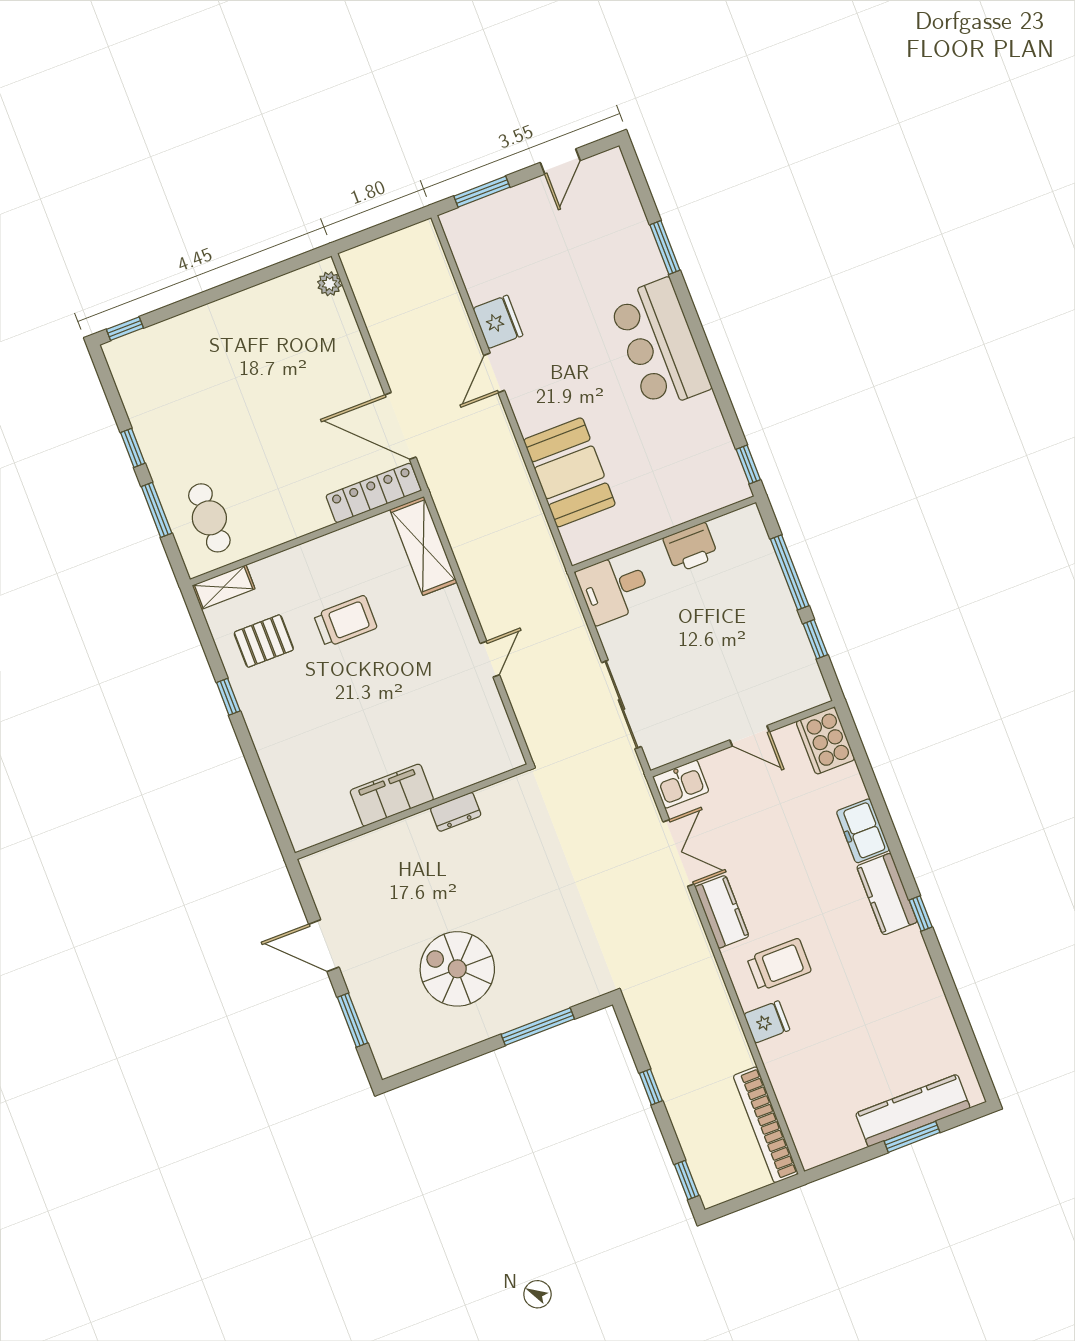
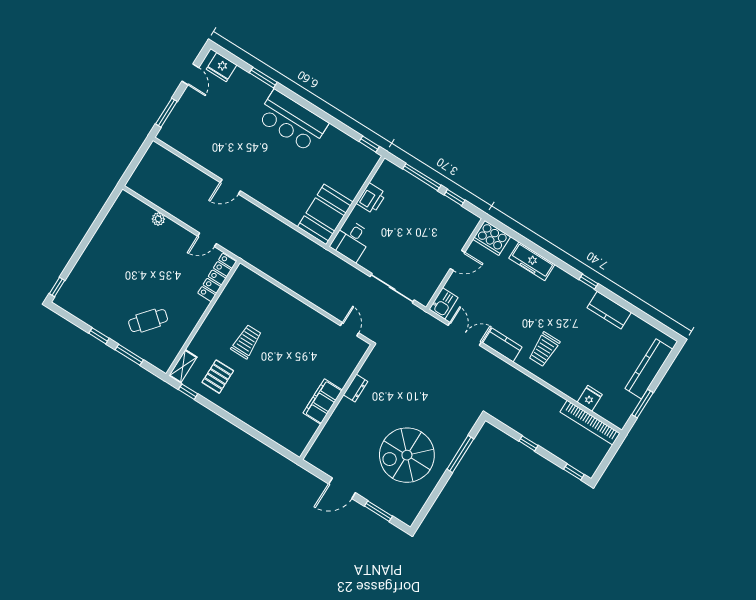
plant: (329, 284) -> (158, 219), moved
fridge: (498, 322) -> (222, 67), moved, turned 180
door: (494, 373) -> (230, 187), hinge flipped
door: (400, 426) -> (207, 240), width x0.53
booth: (569, 472) -> (325, 214), moved, turned 90
cafe table: (209, 518) -> (148, 321), moved, turned -50
shelving: (423, 546) -> (256, 284), removed
door: (490, 659) -> (350, 329), moved
window: (228, 697) -> (188, 392), moved
freezer: (863, 831) -> (532, 261), width x1.40
kitchen counter: (887, 894) -> (609, 310), moved
trolley: (779, 965) -> (544, 349), turned 180
spiral stairs: (457, 969) -> (407, 455), width x1.37, depth x1.37
fridge: (767, 1022) -> (590, 398), moved
window: (912, 1137) -> (642, 404), moved

